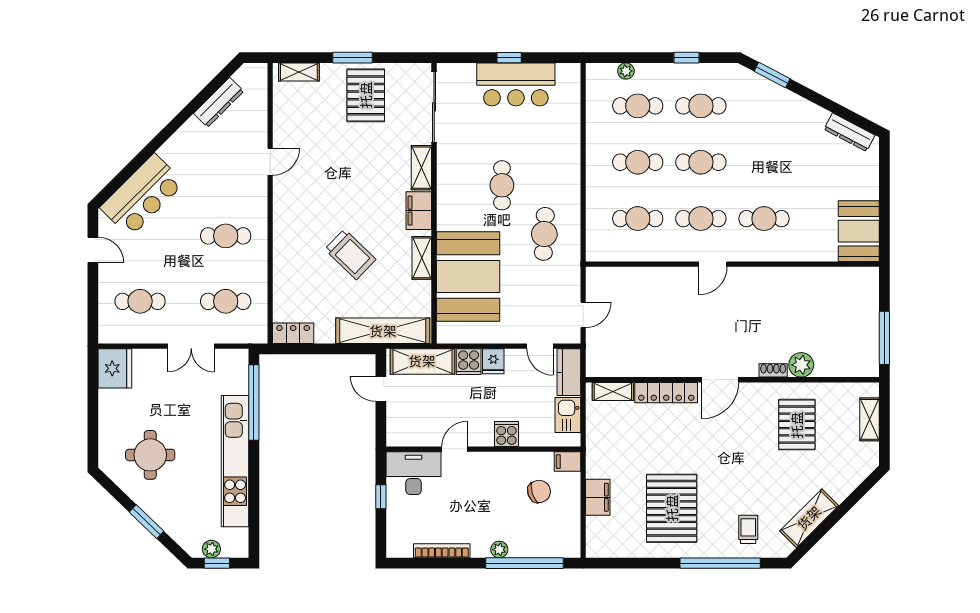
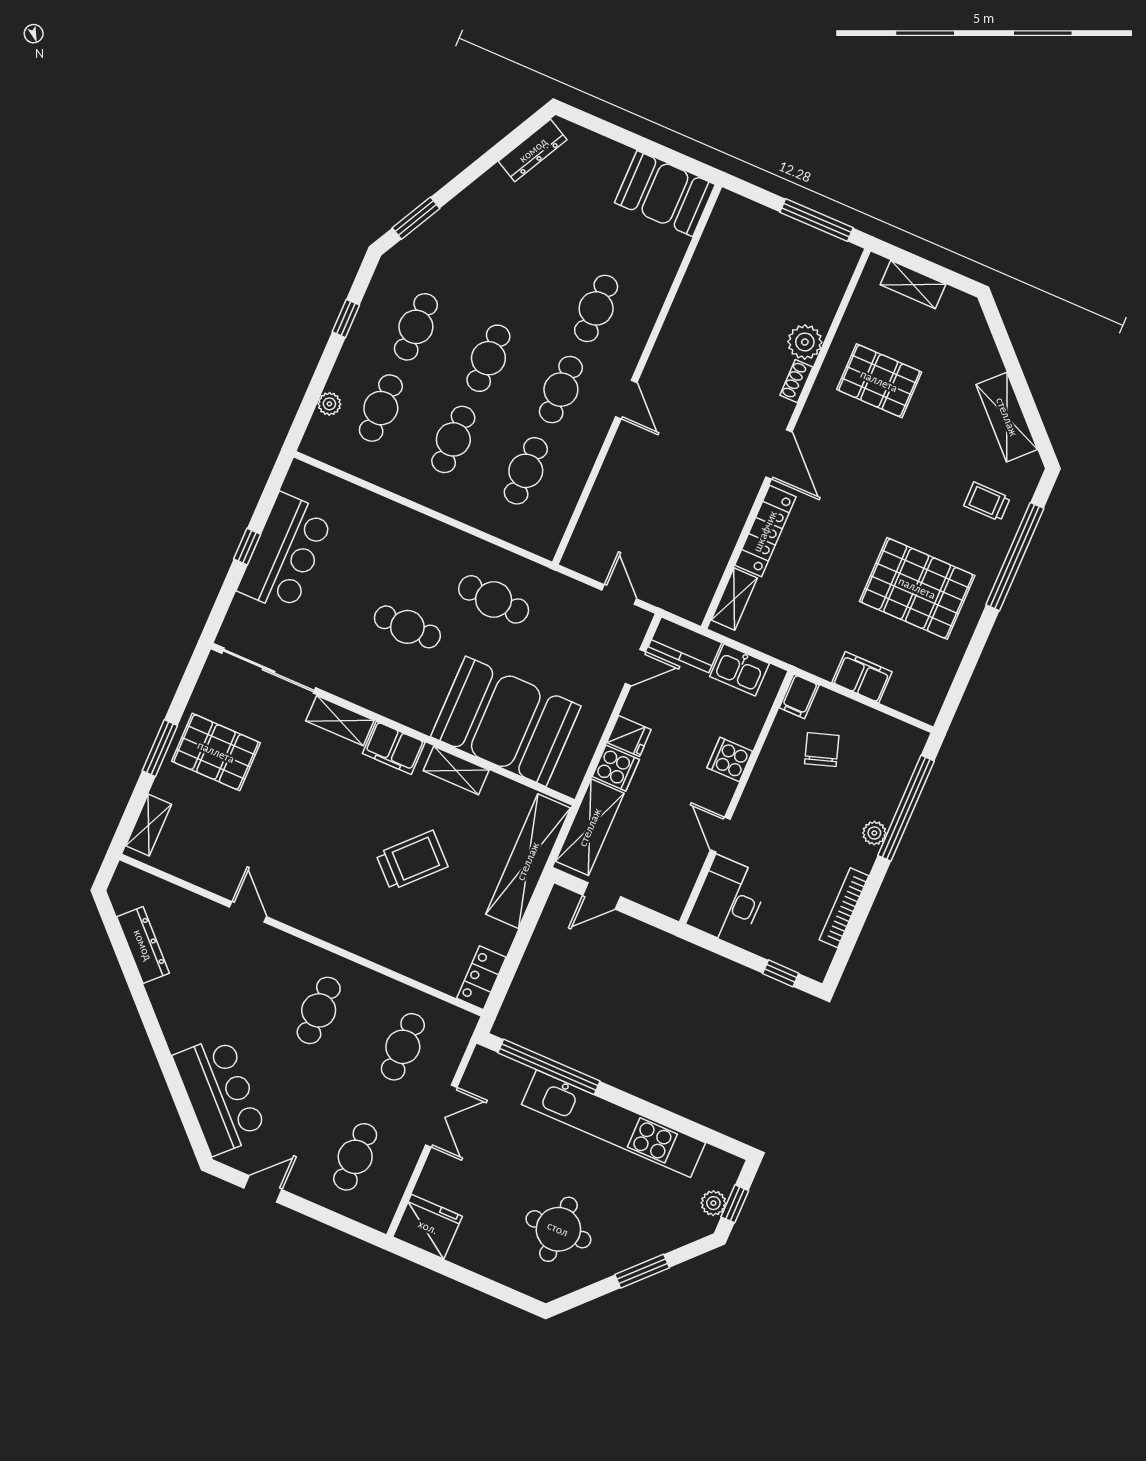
window: (381, 497) -> (781, 973), moved

